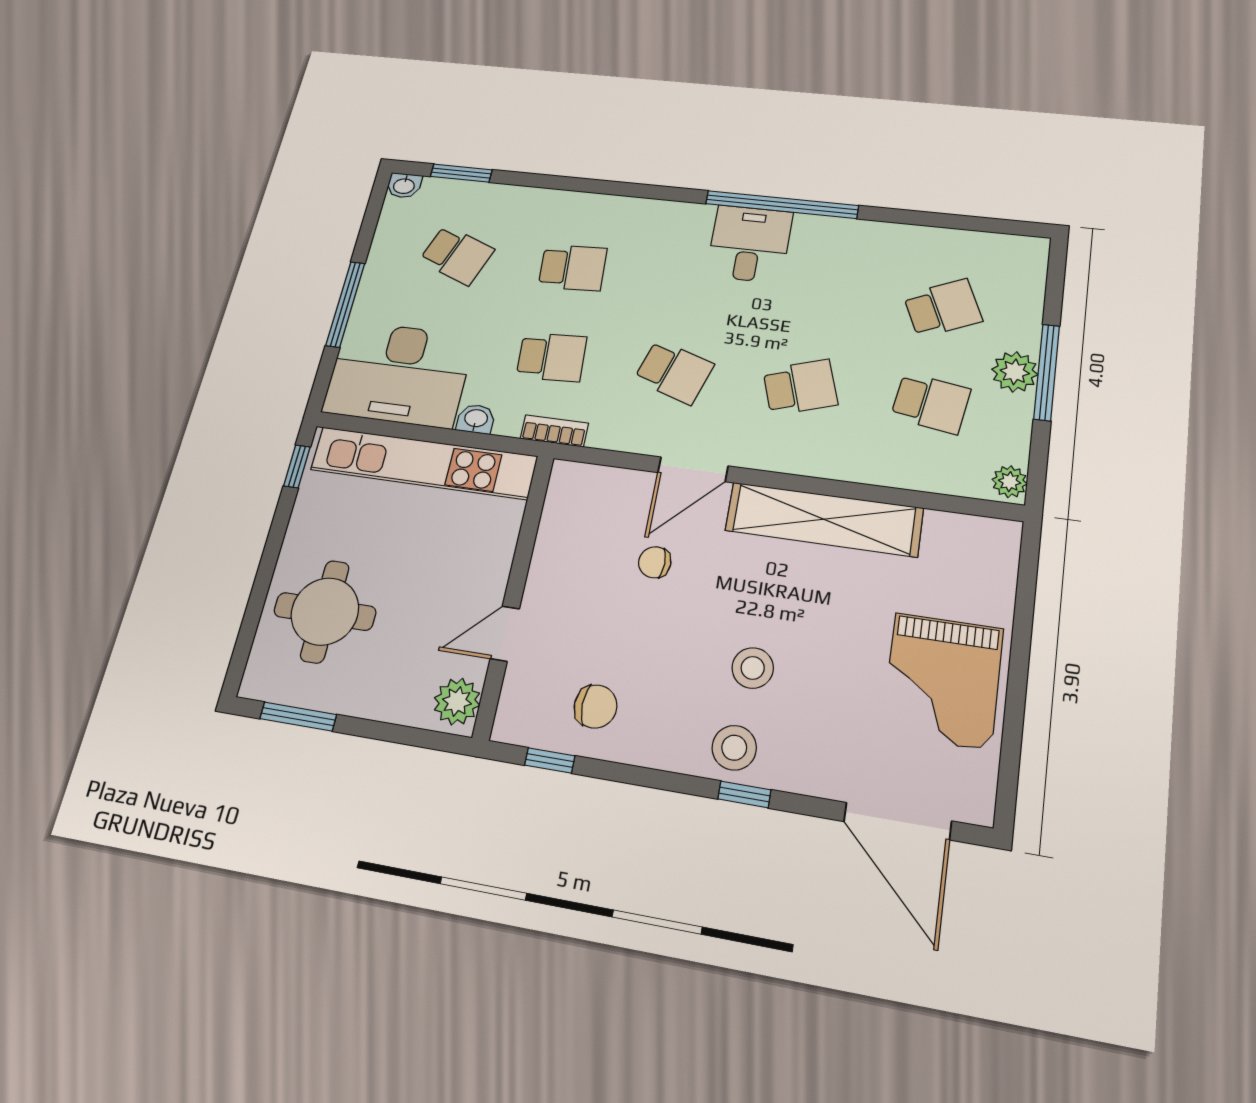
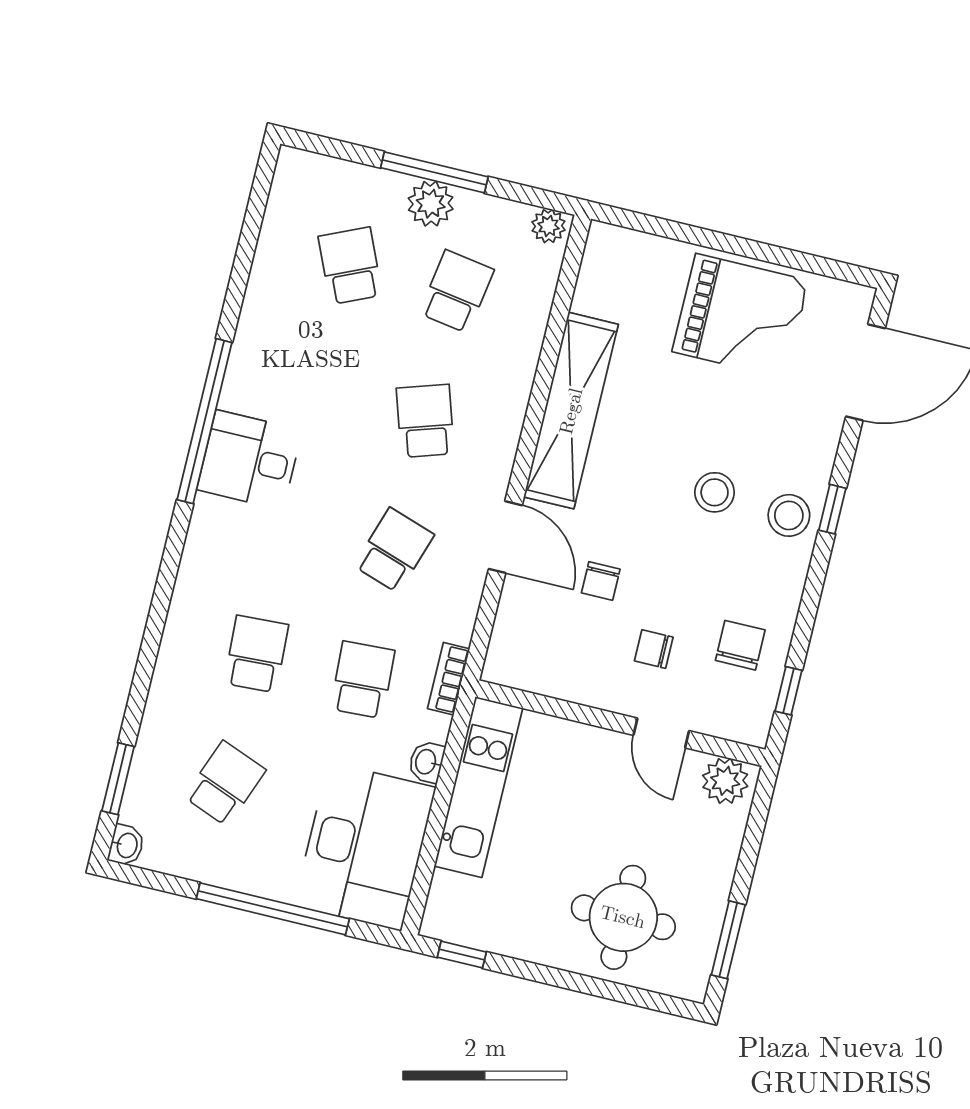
window: (345, 304) -> (273, 909), width x1.46
kitchen unit: (423, 463) -> (479, 787), width x0.73
chair: (589, 619) -> (654, 649), added

